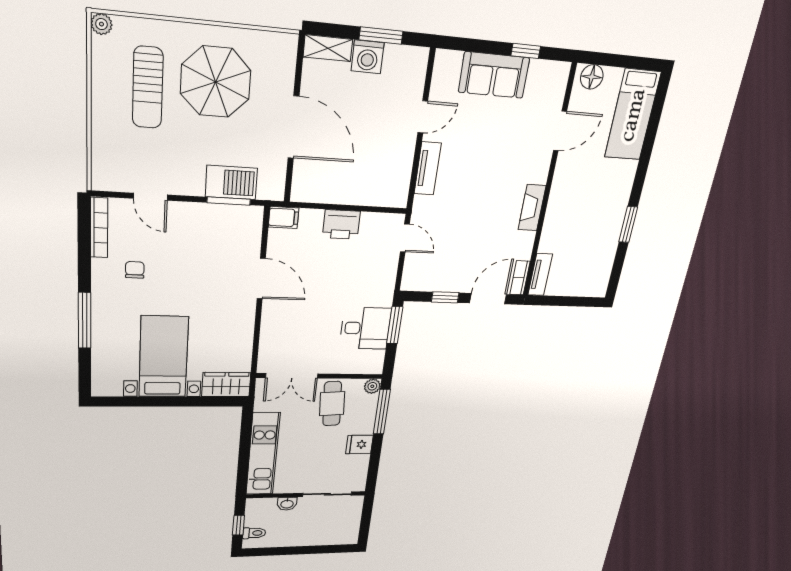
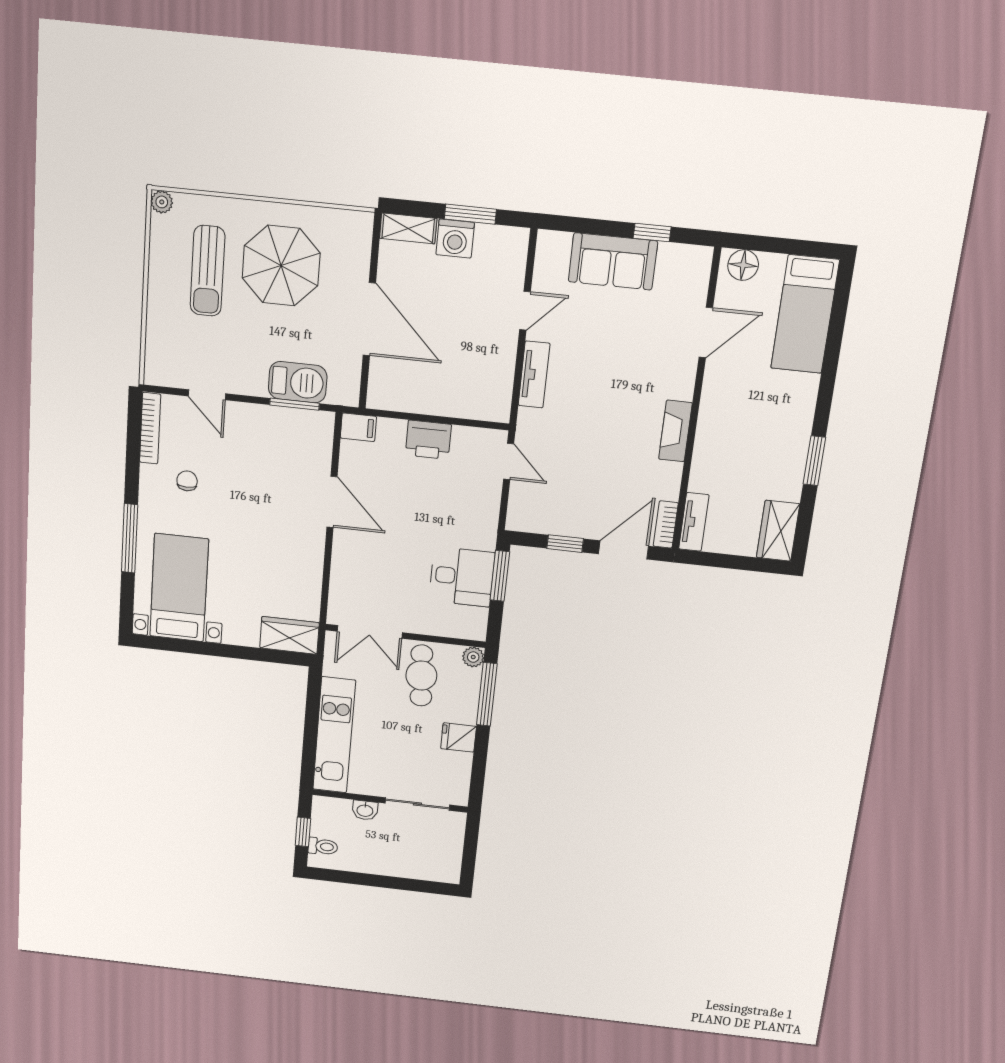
wardrobe: (598, 277) -> (778, 531), added
bed with nightstands: (164, 357) -> (179, 588), moved

